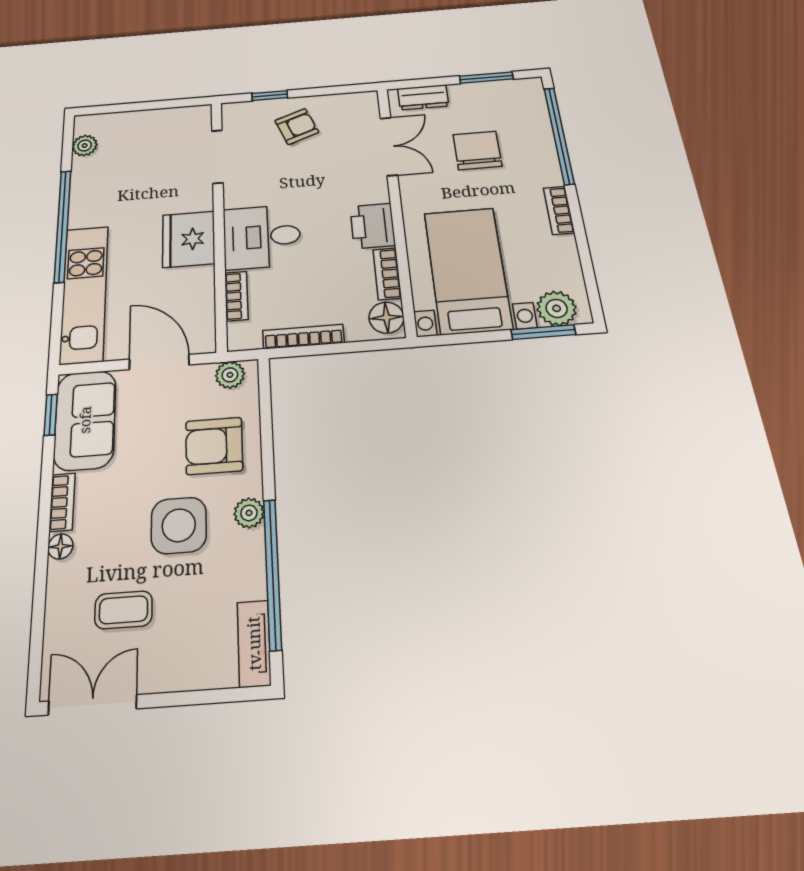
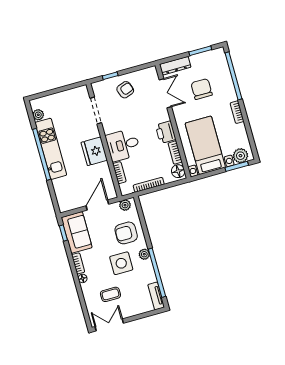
dresser: (423, 97) -> (175, 66), width x1.44
kitchen unit: (84, 294) -> (51, 149), moved
door: (159, 362) -> (97, 205), hinge flipped

